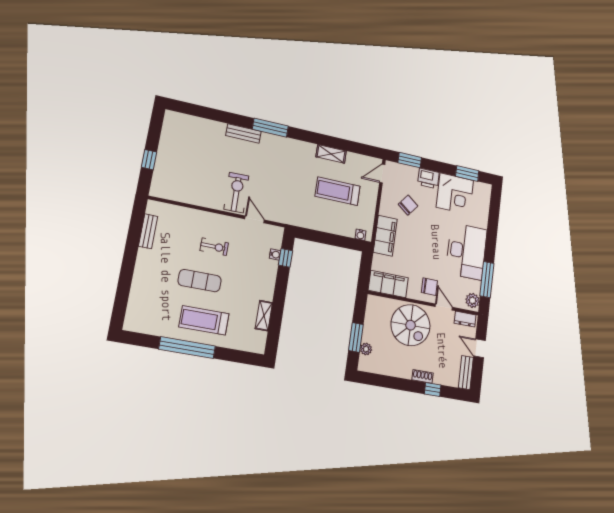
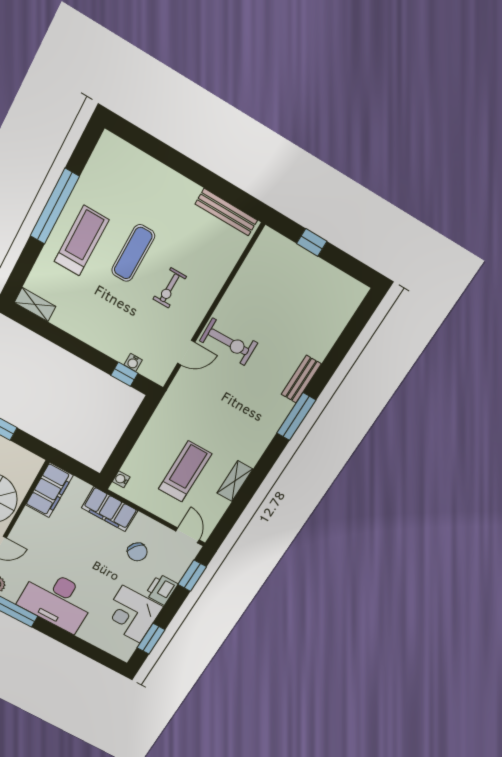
bench: (148, 231) -> (226, 212), width x1.36
chair: (429, 287) -> (29, 539), removed
shelving: (264, 316) -> (35, 304), moved

